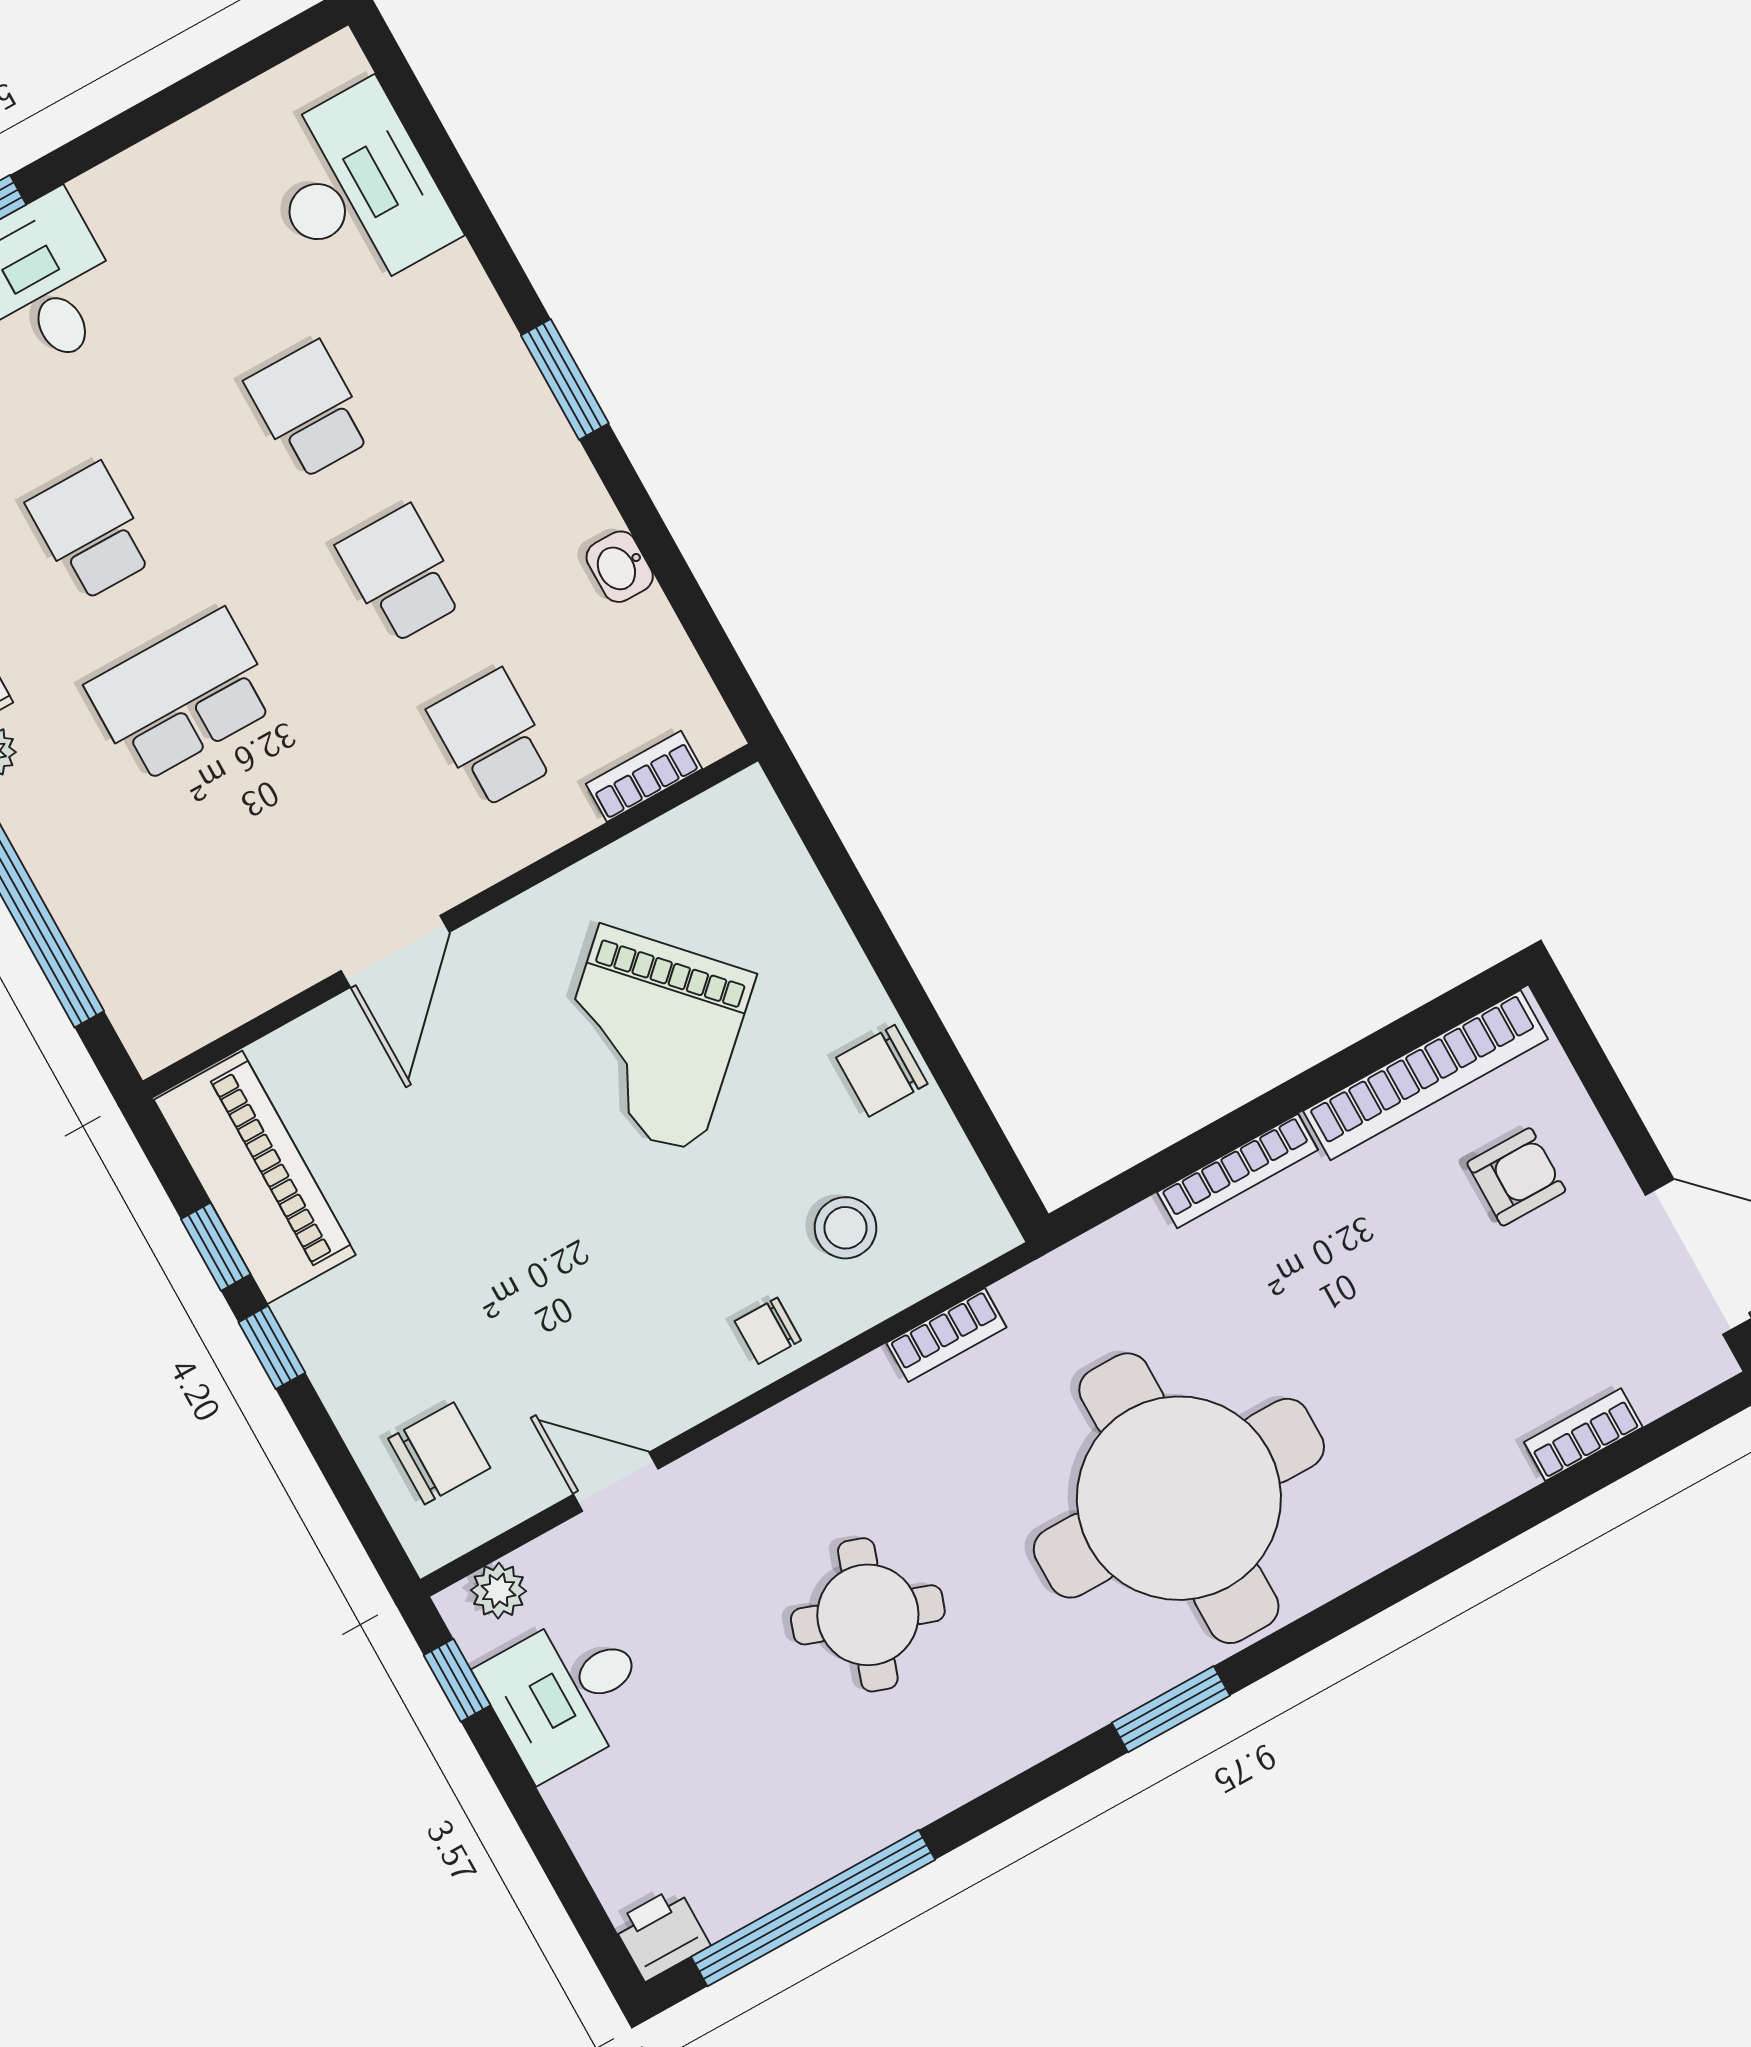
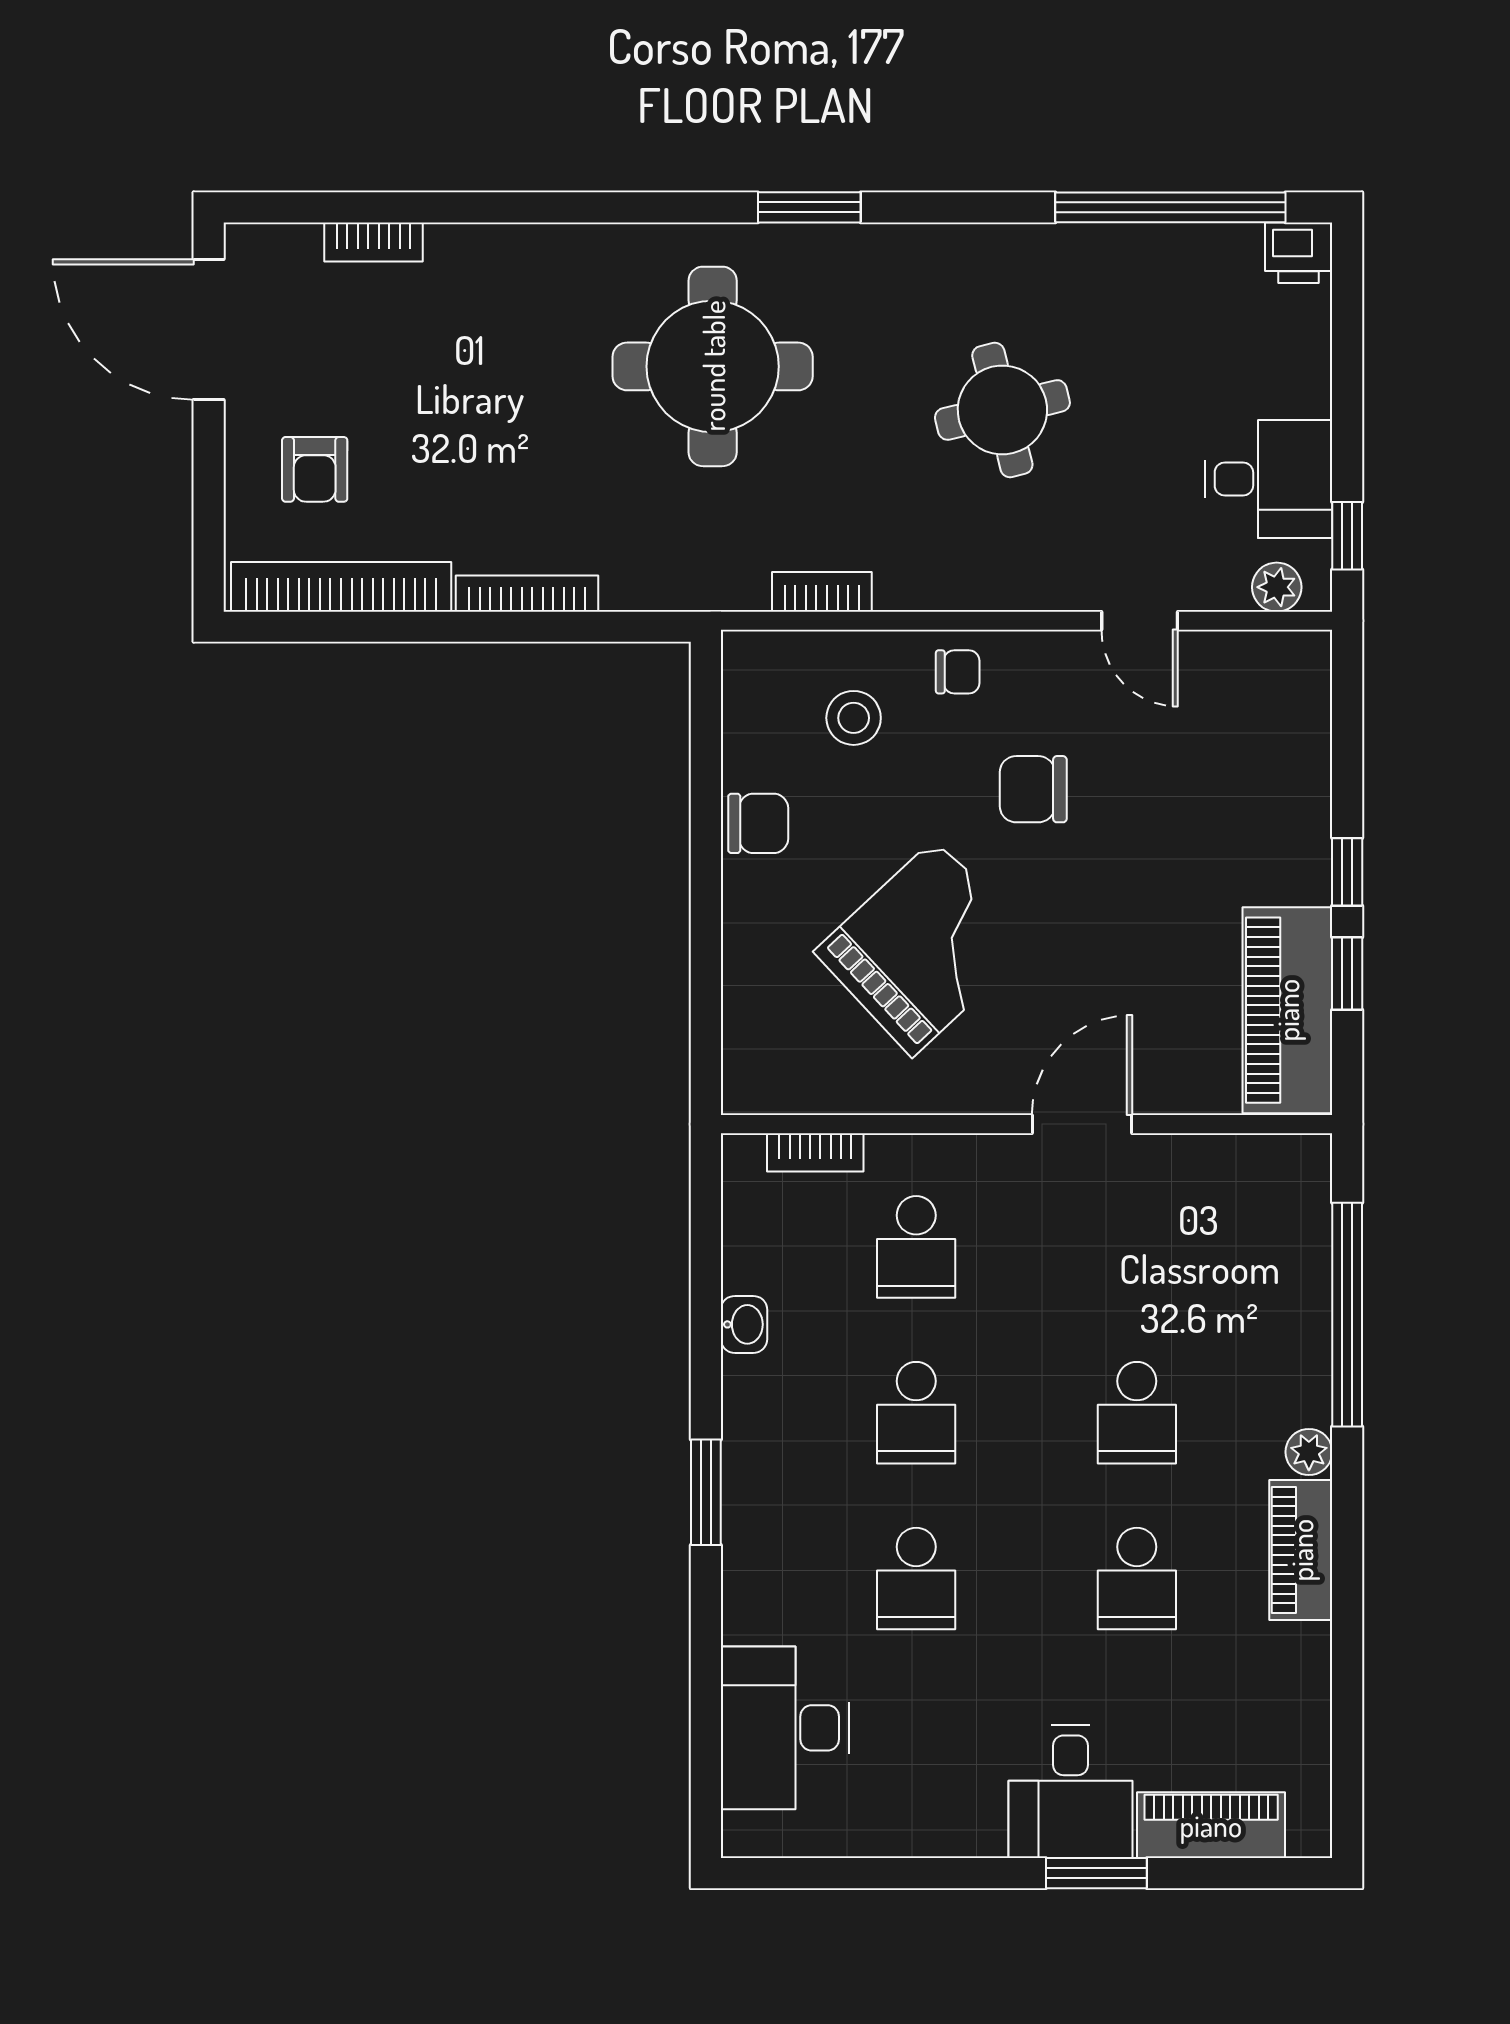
school desk: (182, 696) -> (1137, 1413), width x0.54
armchair: (1516, 1177) -> (315, 469), turned -90
chair: (439, 1453) -> (1033, 789), moved
round table: (1179, 1498) -> (713, 366), width x0.73, depth x0.73
round table: (868, 1615) -> (1002, 410), turned -33

